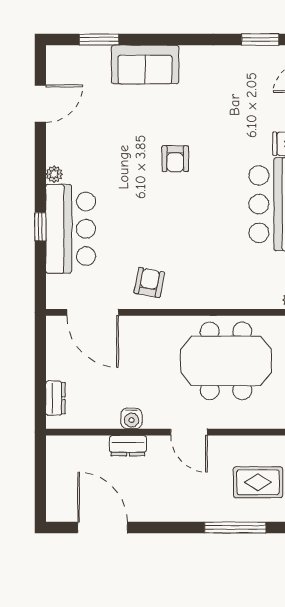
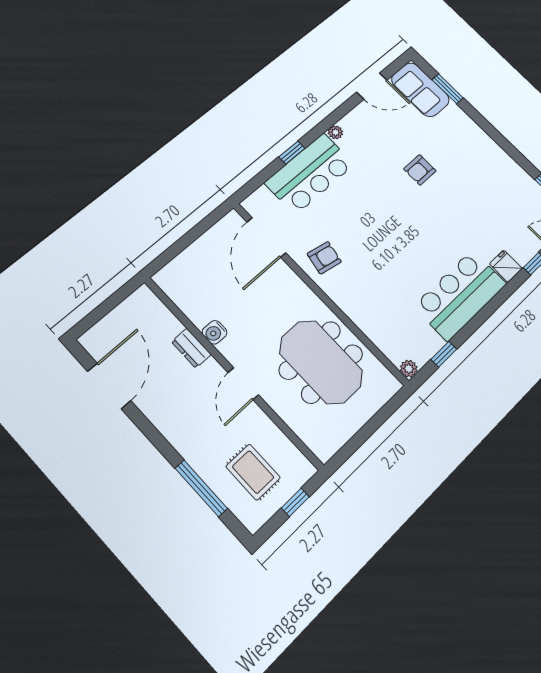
sofa: (145, 64) -> (420, 90), moved
armchair: (175, 159) -> (420, 170), moved
dresser: (55, 398) -> (179, 265), removed

